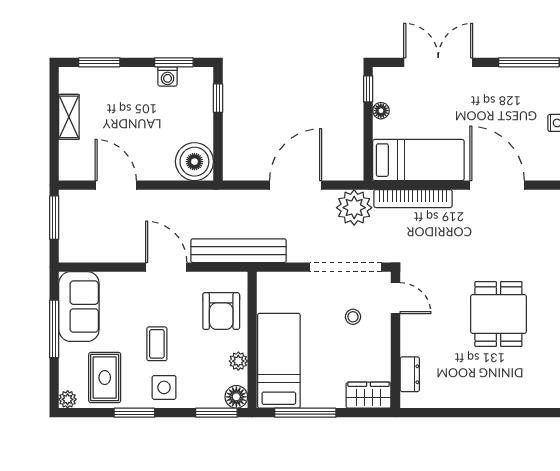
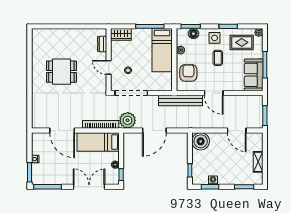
double door: (438, 62) -> (89, 187), swing flipped
door: (395, 298) -> (109, 67), moved
dining table: (498, 314) -> (61, 72), turned 90
rug: (105, 378) -> (242, 42), turned 90
floor lamp: (236, 397) -> (193, 34), moved

